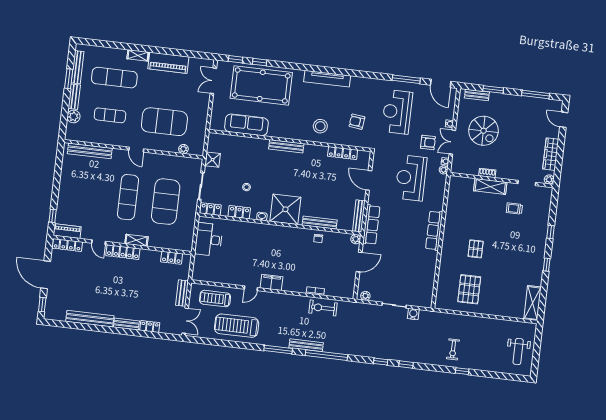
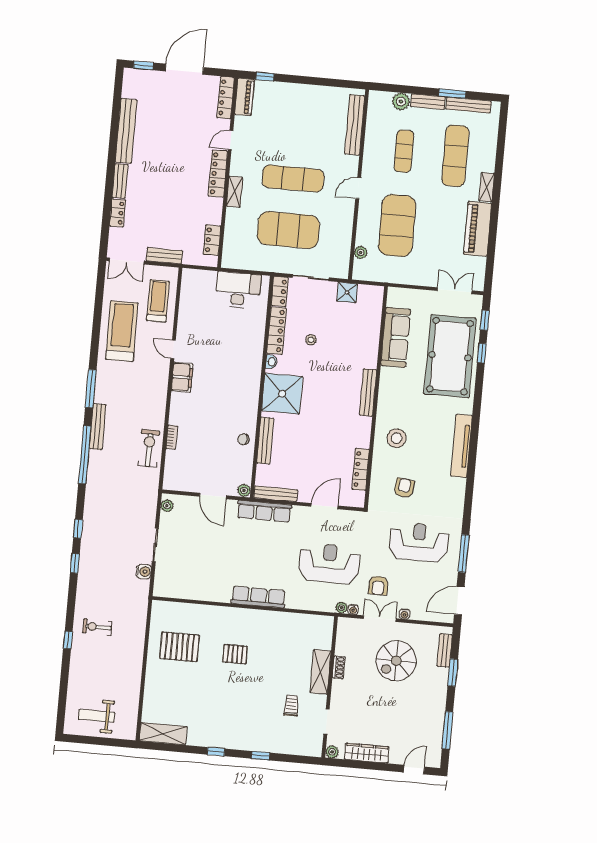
locker: (239, 212) -> (277, 331), width x1.53

